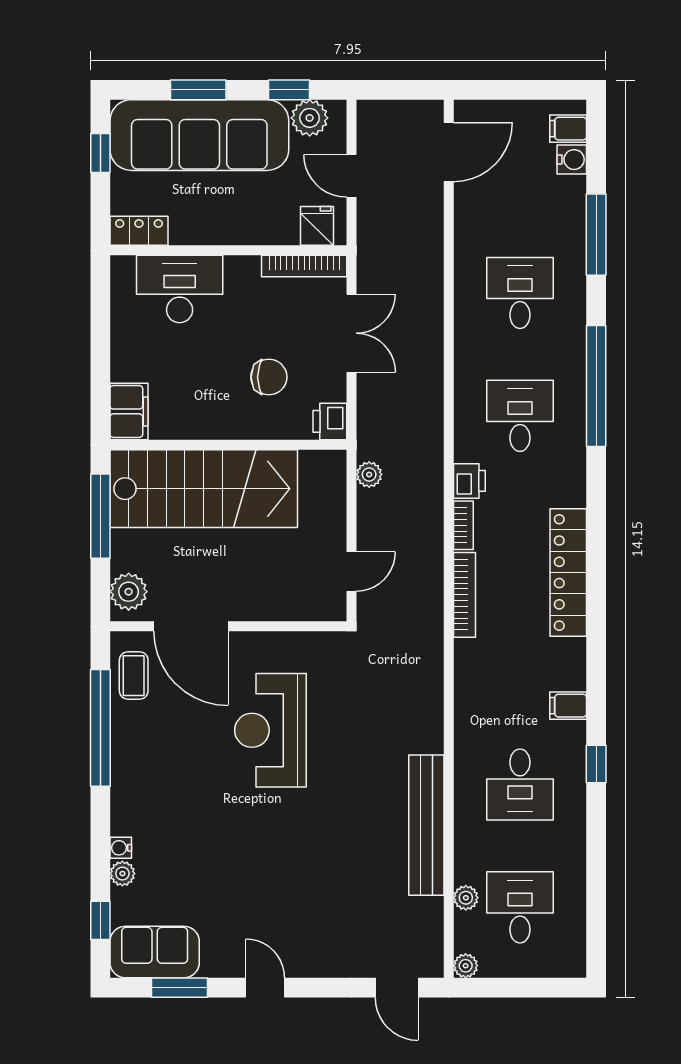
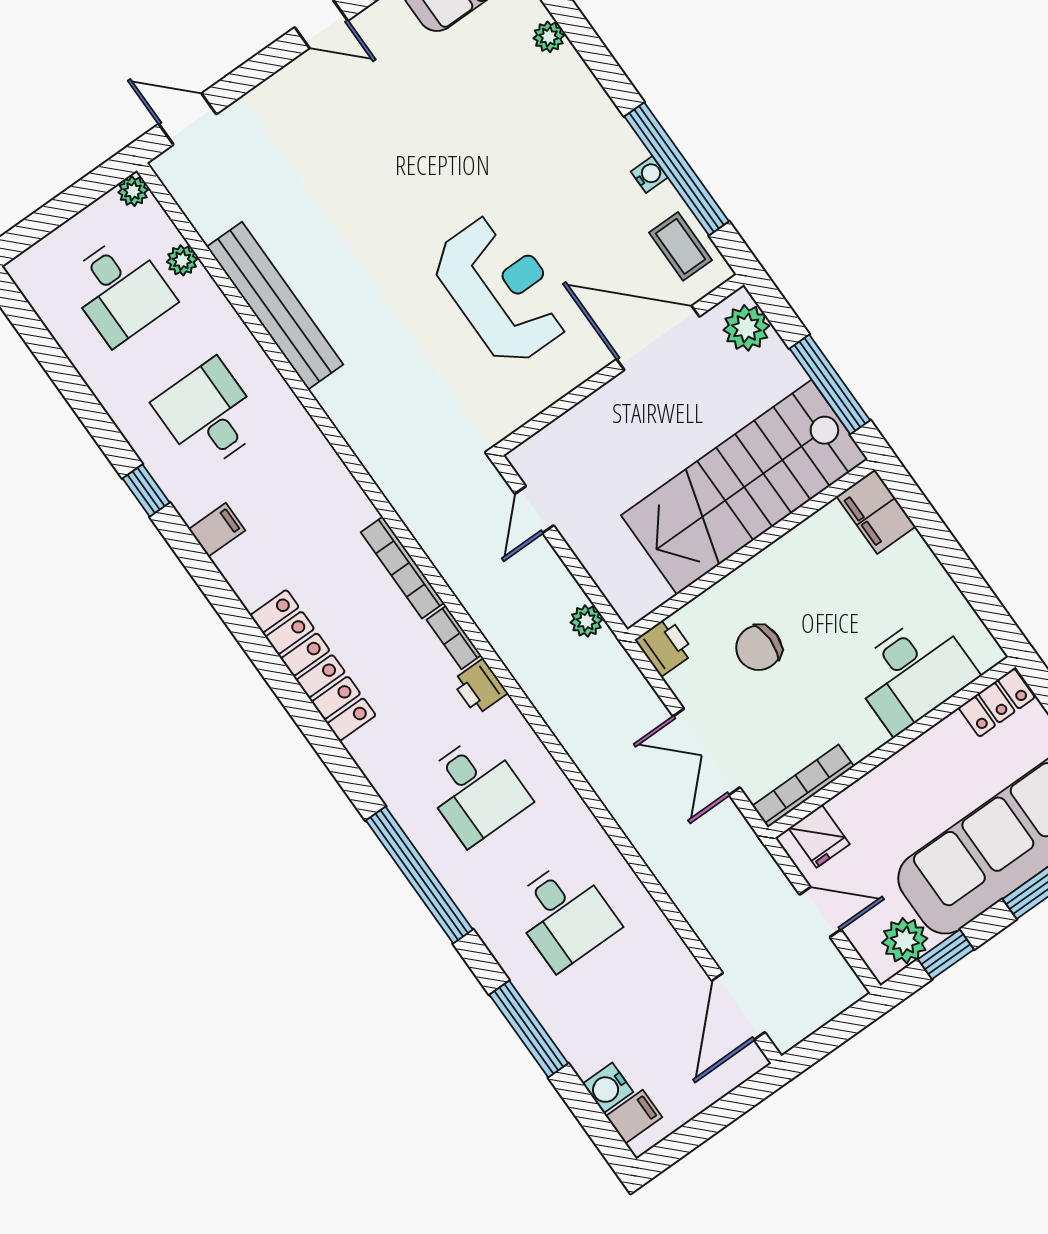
water cooler: (121, 848) -> (649, 174), moved

